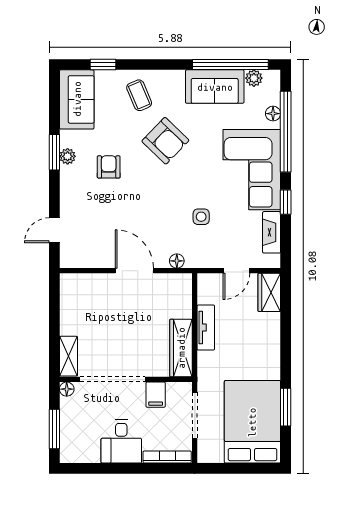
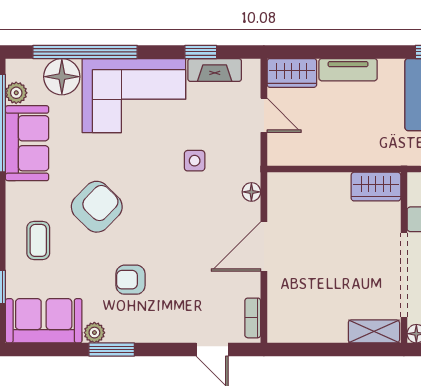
coffee table: (139, 95) -> (38, 240), turned -67
floor lamp: (273, 114) -> (62, 77), width x1.89, depth x1.89
plant: (68, 156) -> (94, 333), moved
window: (286, 202) -> (201, 52), moved
bookcase: (79, 262) -> (253, 318), added
tv unit: (206, 328) -> (348, 70), moved, turned 180
wardrobe: (181, 348) -> (376, 187), width x0.67

